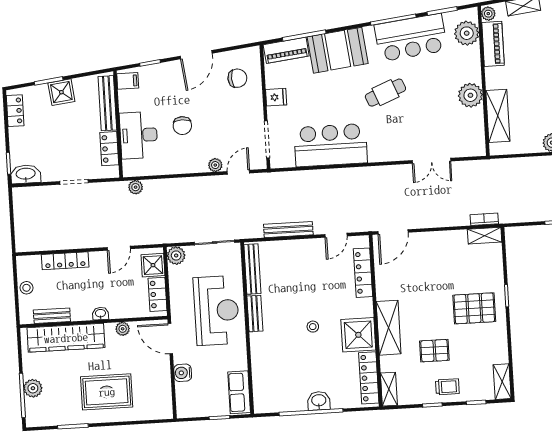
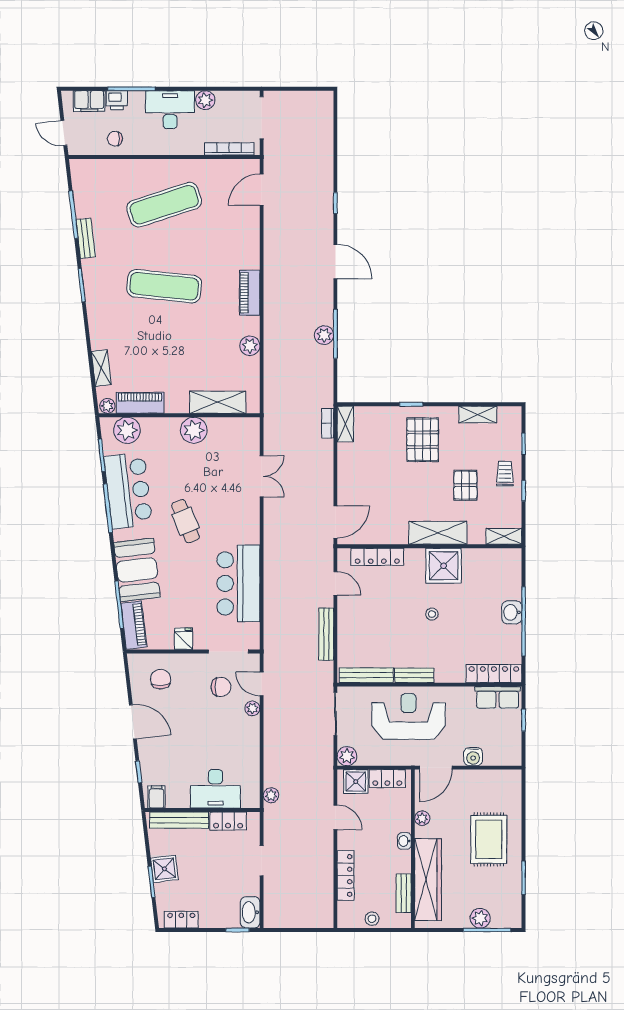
chair: (182, 126) -> (221, 687), moved
door: (393, 232) -> (335, 522), hinge flipped
locker: (369, 378) -> (494, 674), moved, turned 180
shelving: (502, 382) -> (478, 415), moved

